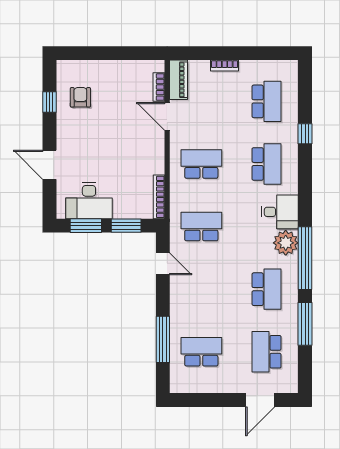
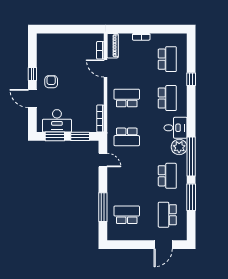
armchair: (80, 97) -> (51, 82), moved
window: (50, 102) -> (32, 74), moved
school desk: (201, 227) -> (127, 137), turned 180

